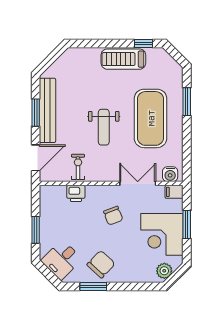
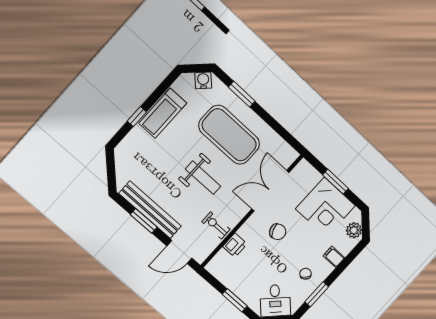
window: (143, 44) -> (137, 117), moved
door: (36, 158) -> (179, 252), swing flipped
water cooler: (170, 174) -> (203, 80), moved, turned -135
double door: (138, 183) -> (270, 191), width x1.37
filing cabinet: (174, 192) -> (334, 257), moved, turned 90
chair: (101, 264) -> (306, 274), width x0.54, depth x0.54

